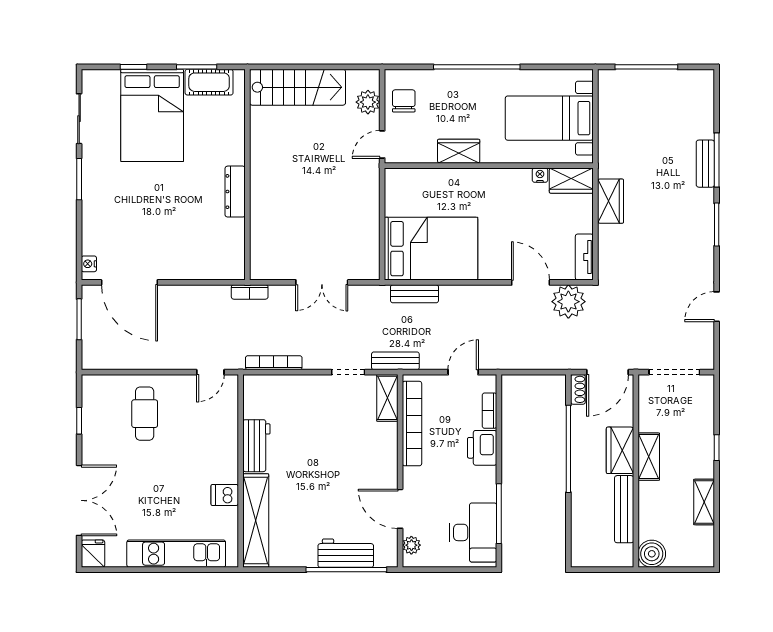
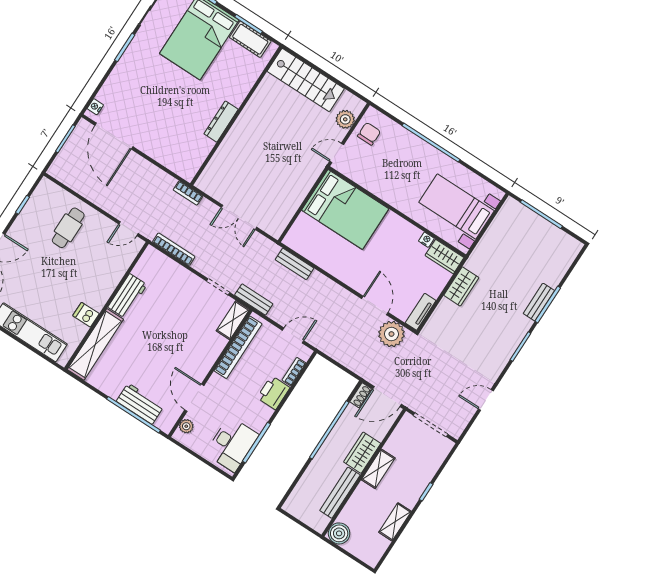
wardrobe: (459, 151) -> (384, 190), removed
bed: (431, 249) -> (345, 209), moved

